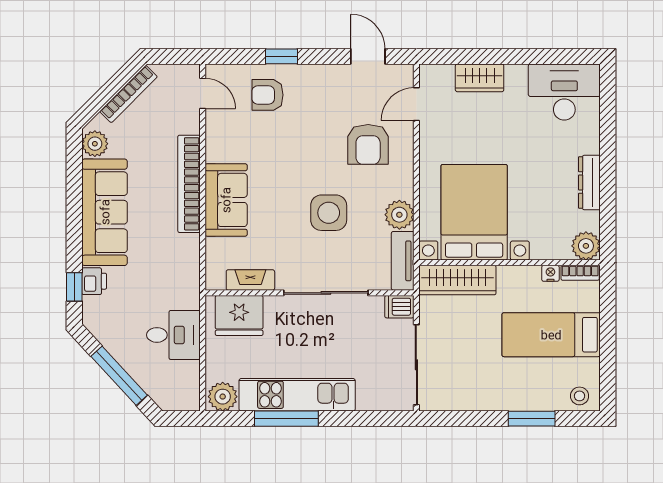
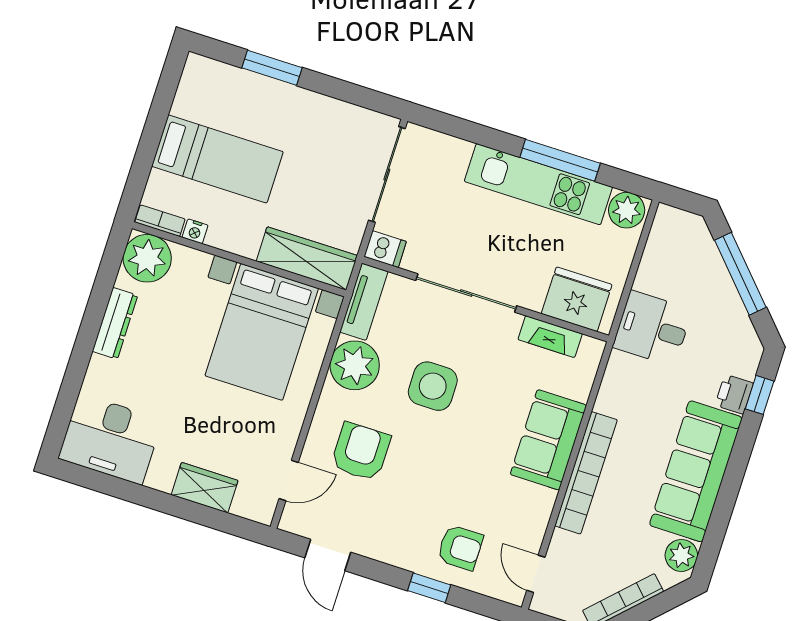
plant: (399, 215) -> (355, 365), width x1.36, depth x1.36
plant: (586, 246) -> (147, 258), width x1.36, depth x1.36
desk: (173, 335) -> (652, 328), moved
stool: (580, 396) -> (207, 76), removed

